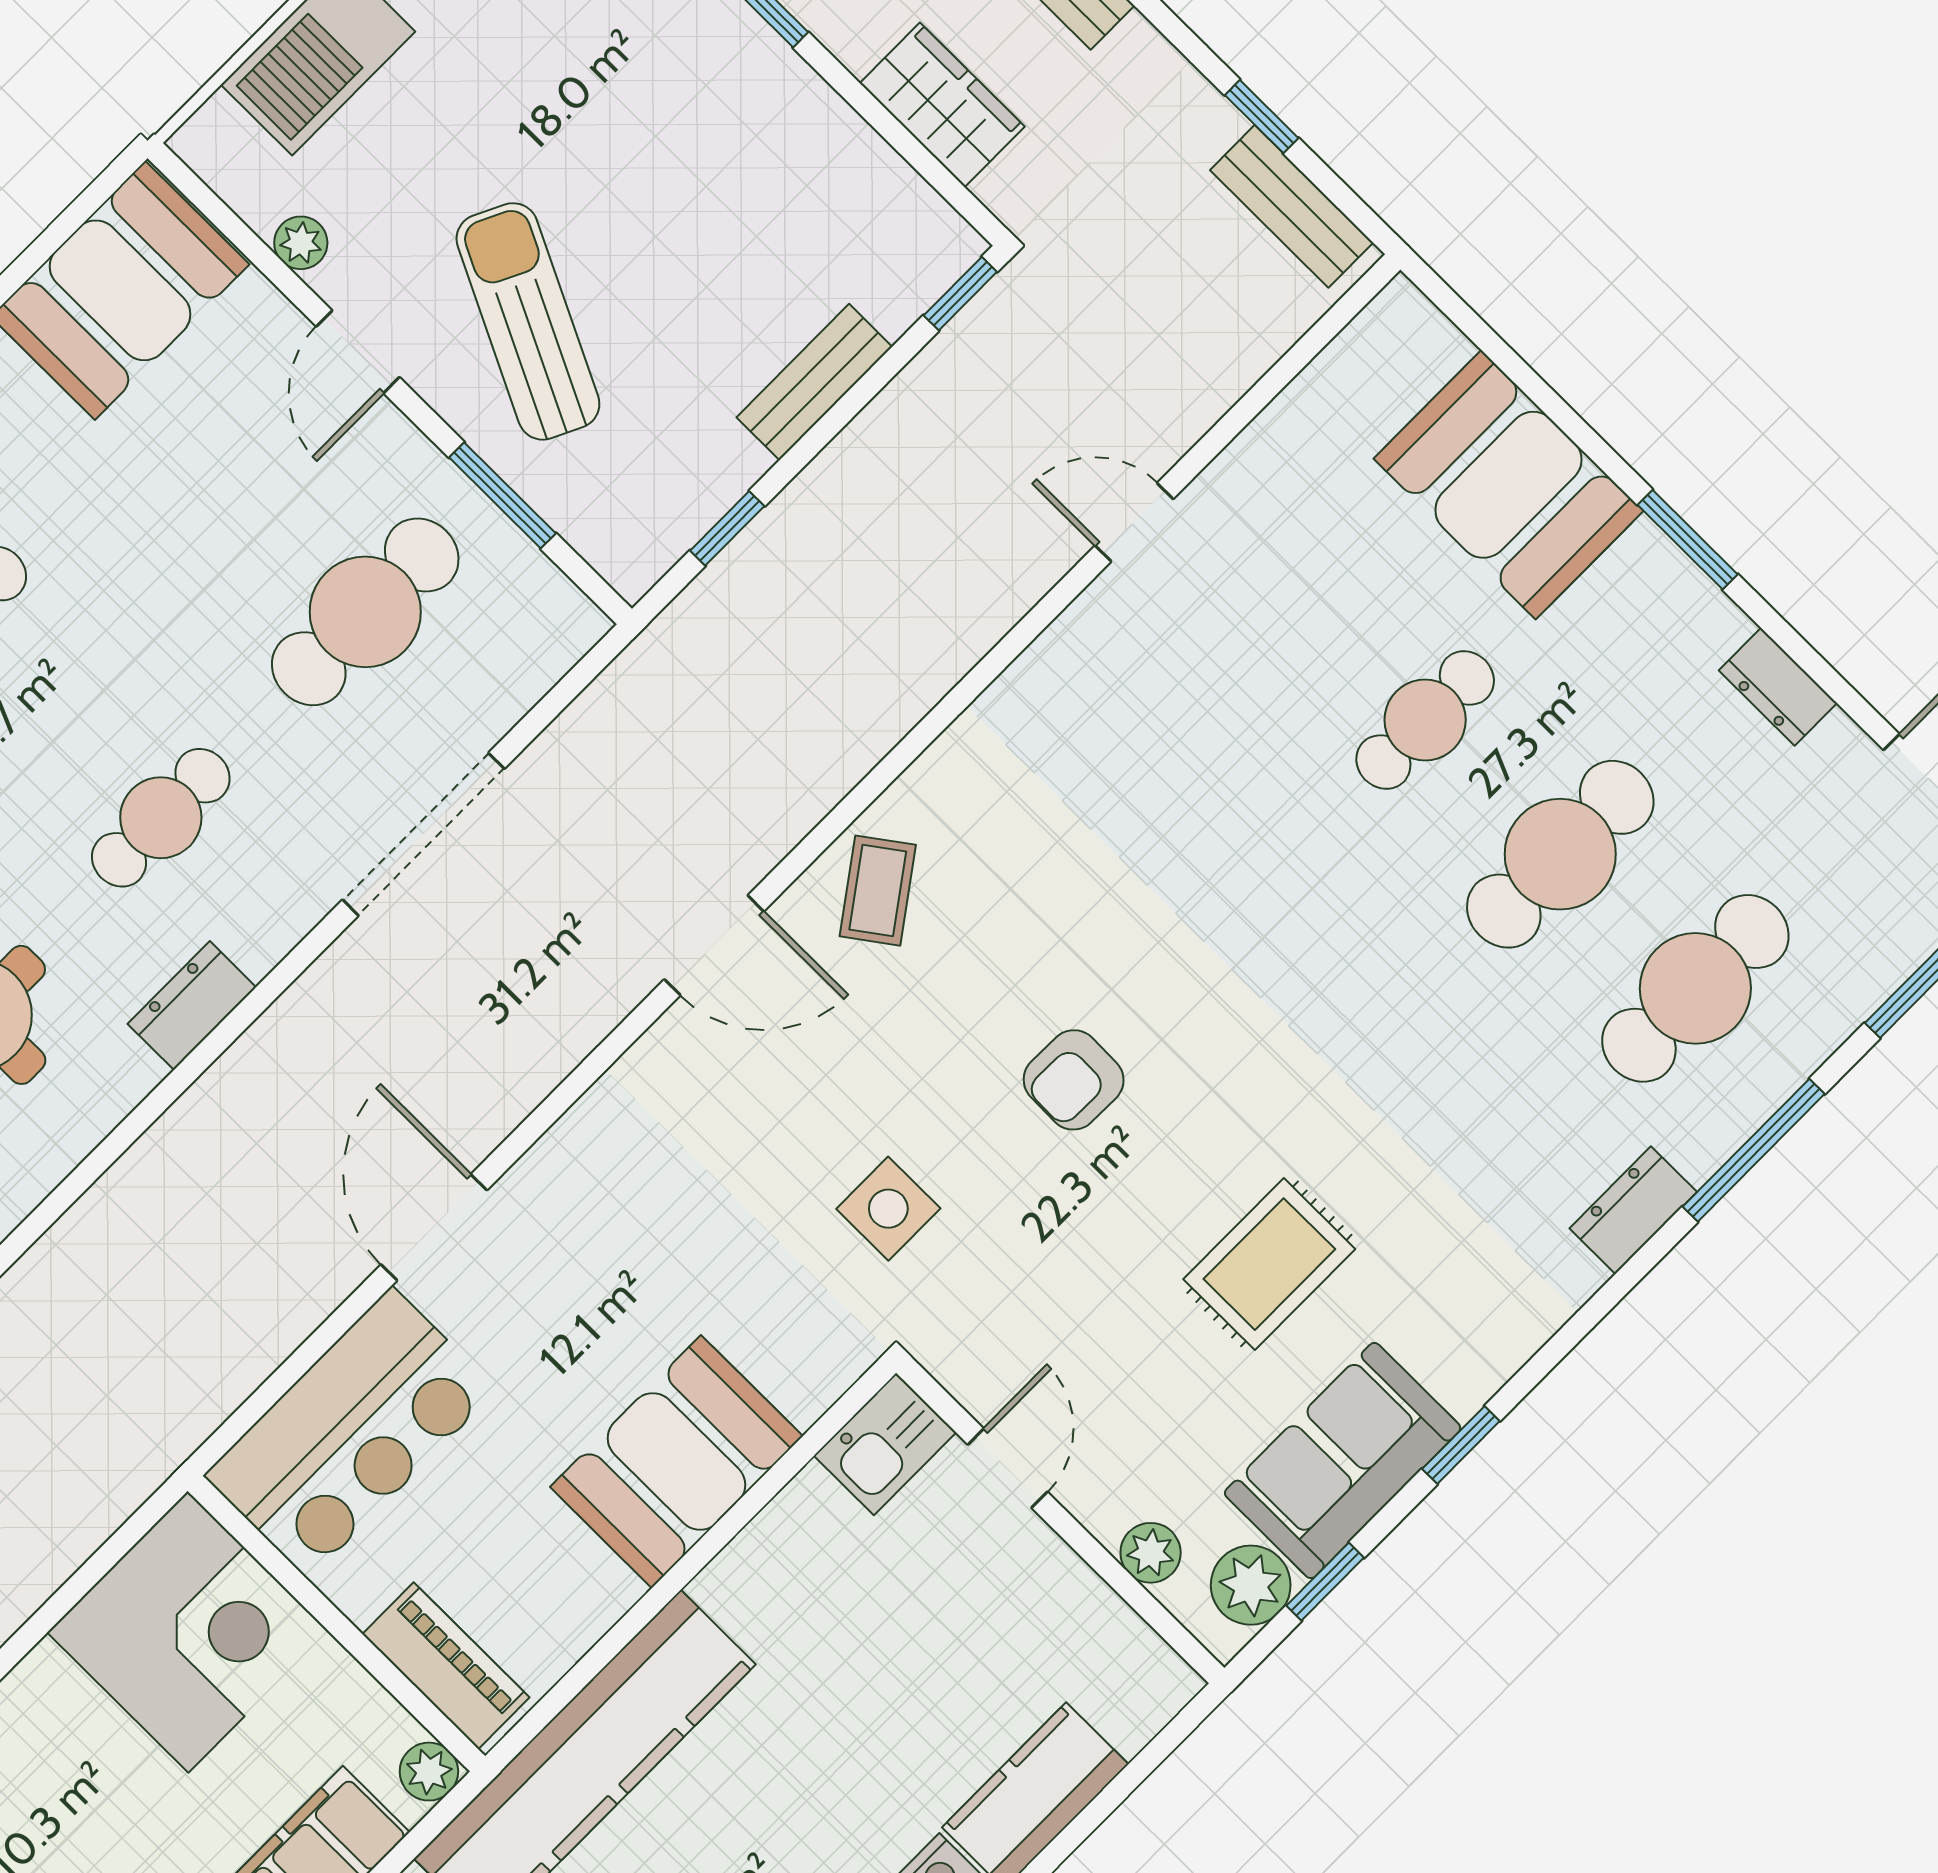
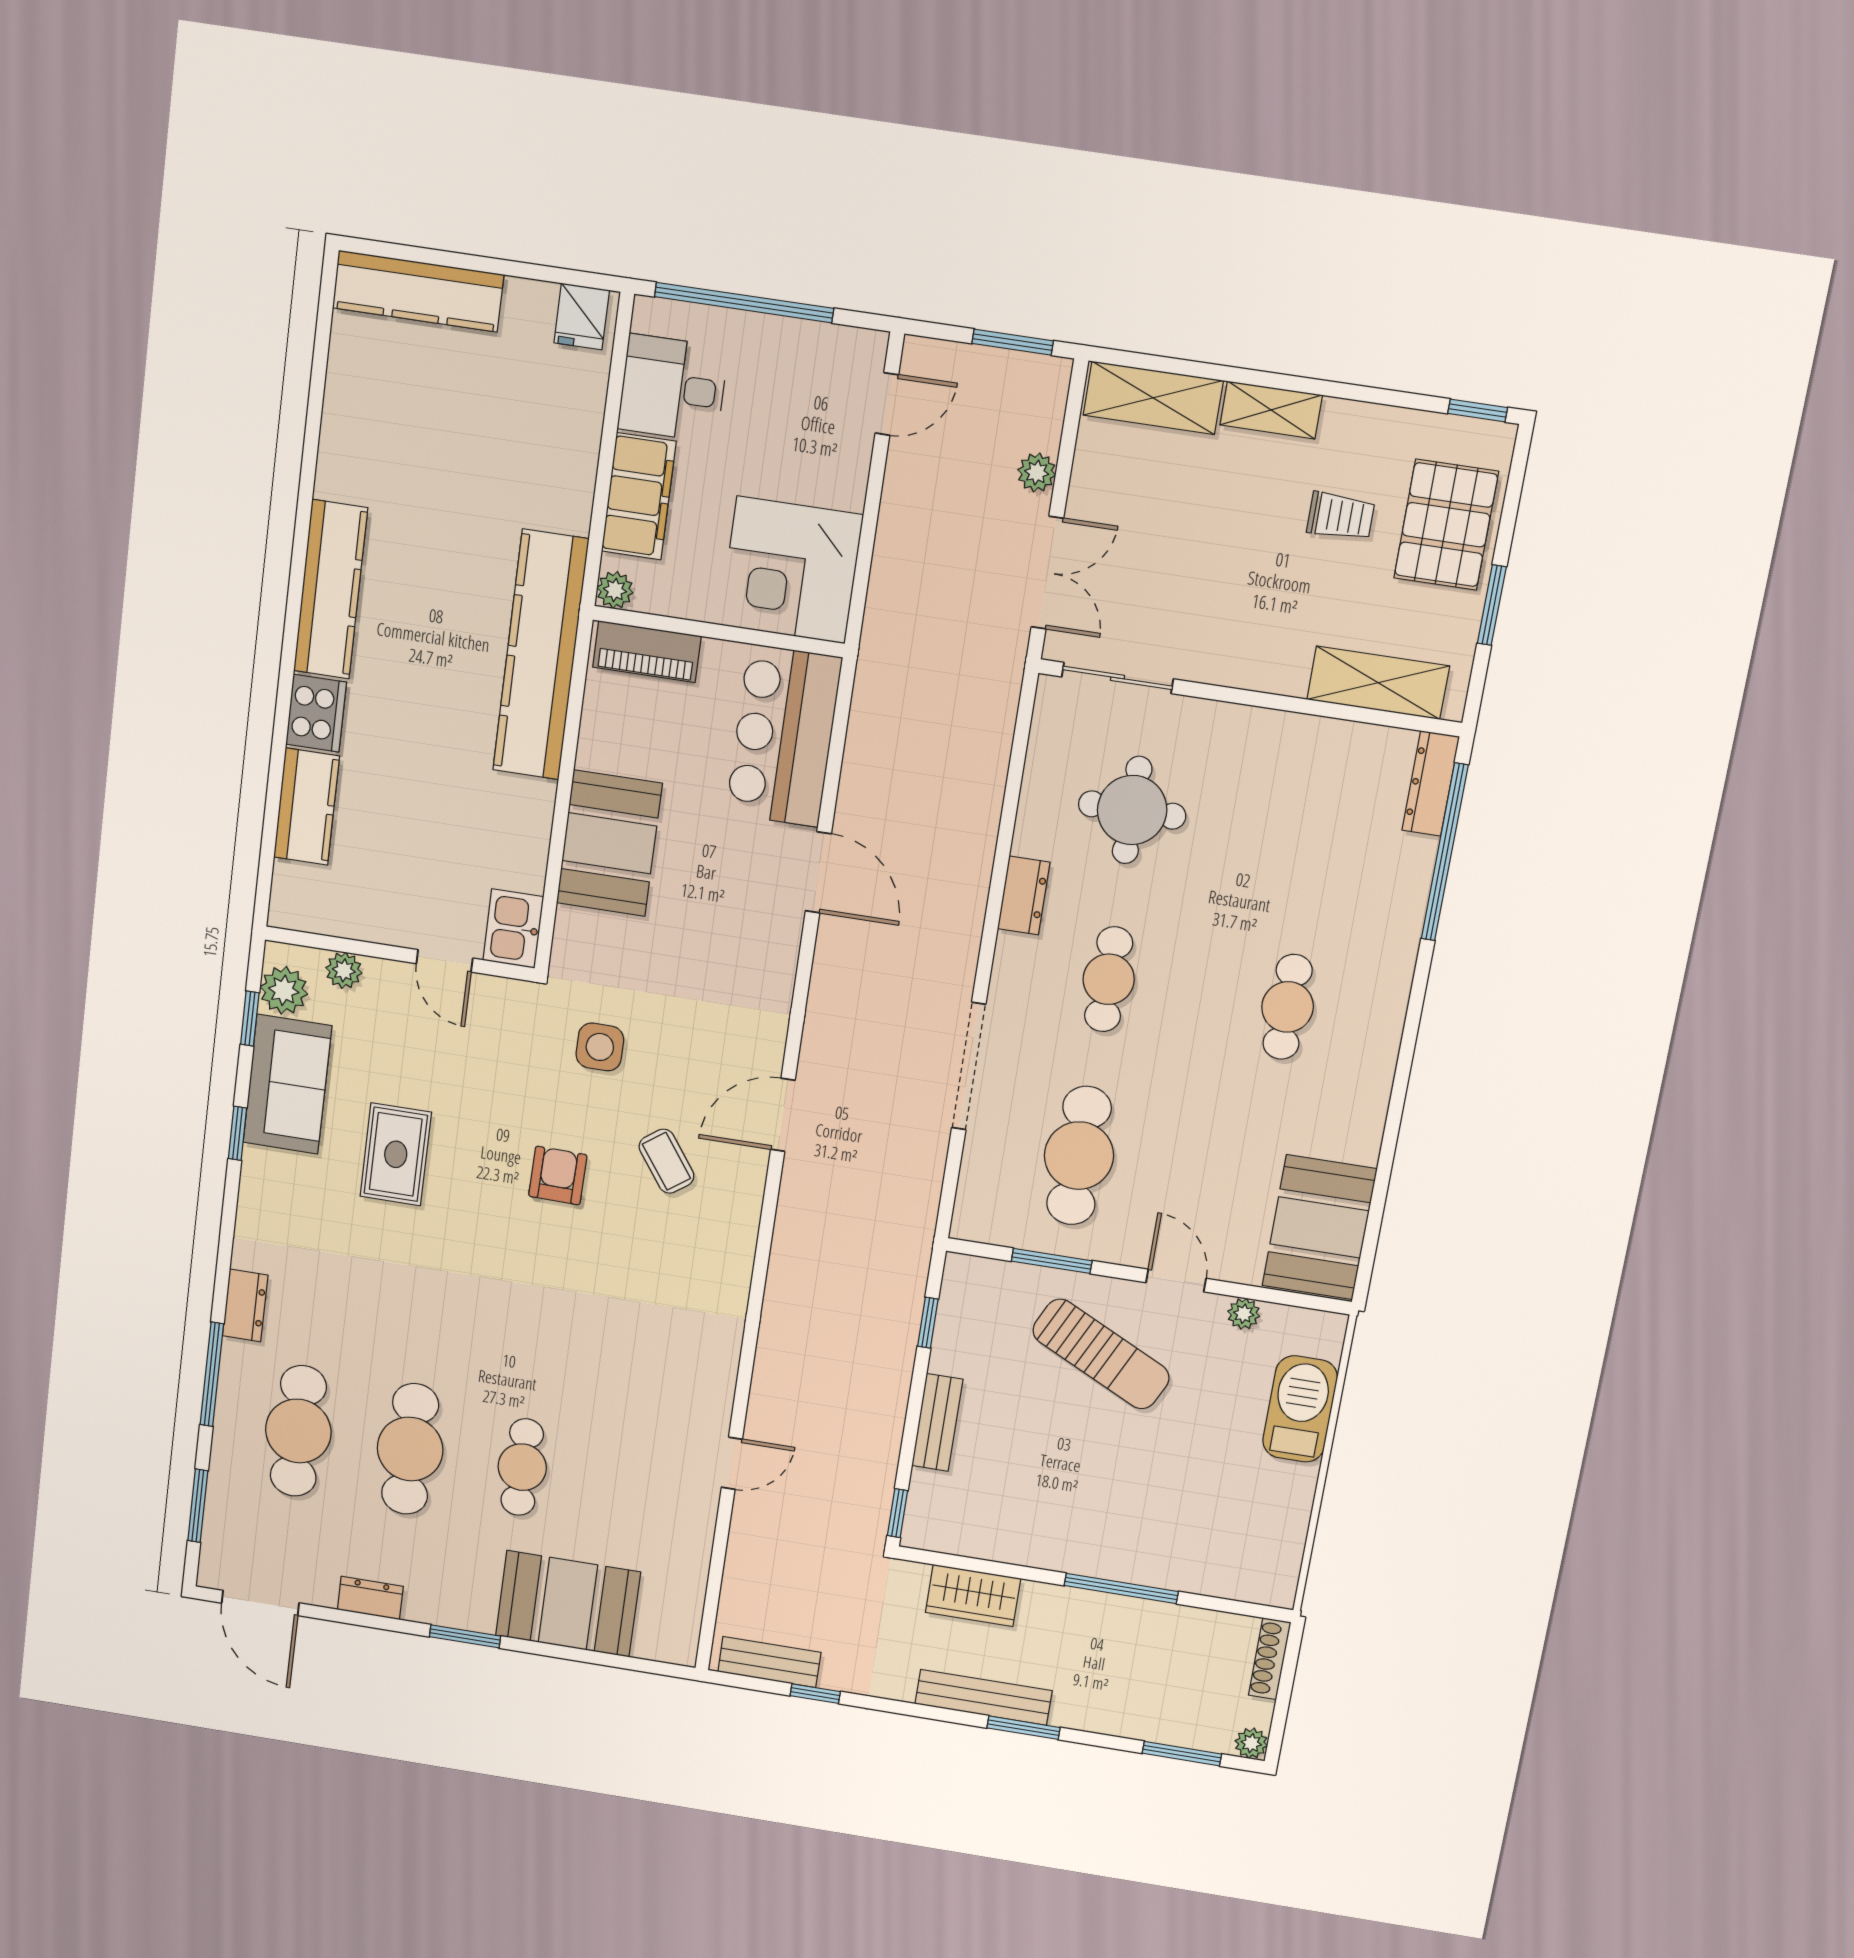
coffee table: (878, 891) -> (666, 1161), moved

